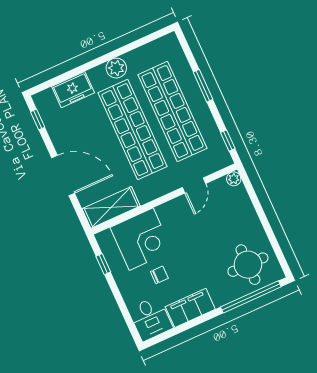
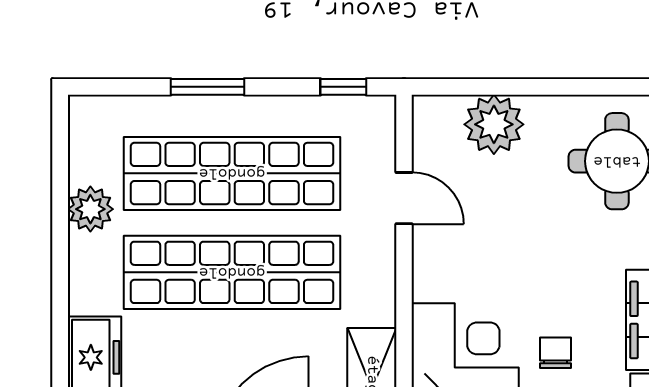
plant: (116, 68) -> (90, 209), moved
plant: (234, 179) -> (494, 124), moved, width x1.88, depth x1.88

